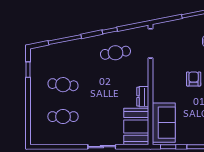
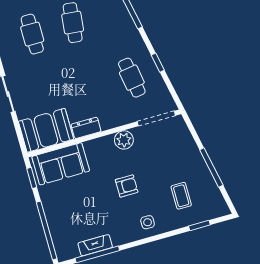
plant: (159, 71) -> (124, 140), added

